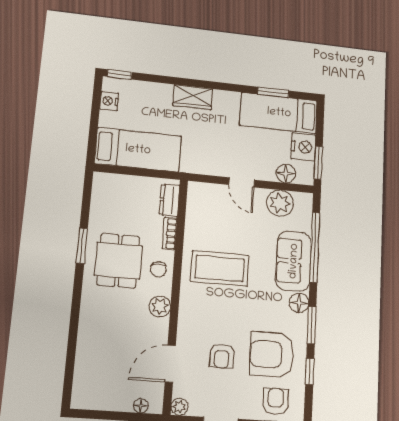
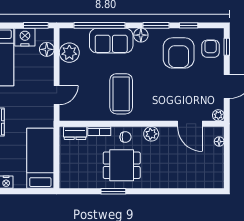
door: (242, 182) -> (57, 95), moved
armchair: (222, 356) -> (182, 88), removed
armchair: (276, 401) -> (211, 49), turned 90

